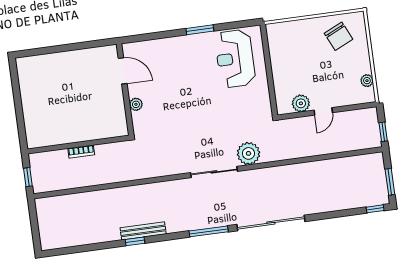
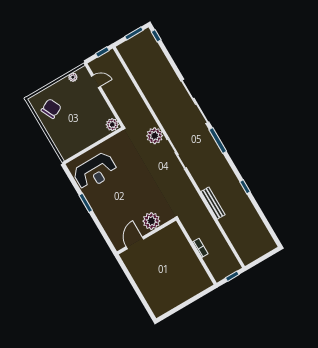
plant: (301, 103) -> (112, 125), moved
plant: (136, 104) -> (151, 221), width x1.87, depth x1.87
door: (323, 111) -> (96, 81), moved
bench: (143, 231) -> (213, 203), moved

